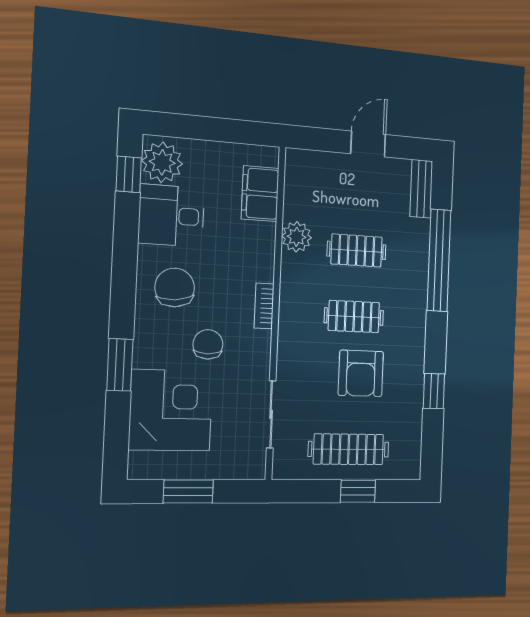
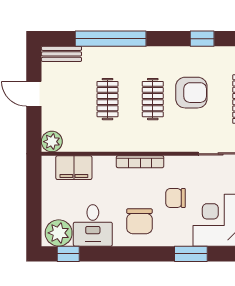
plant: (297, 237) -> (52, 142), moved
chair: (175, 287) -> (139, 221), turned -85
bookcase: (264, 306) -> (140, 162), width x1.56

